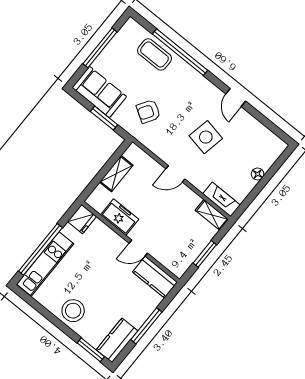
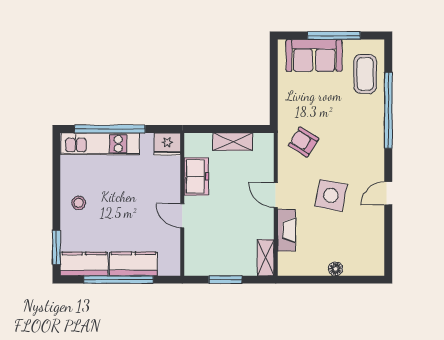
coffee table: (154, 54) -> (365, 74), moved
sofa: (99, 92) -> (314, 55), moved, turned 90
armchair: (148, 112) -> (304, 142), moved
window: (104, 118) -> (274, 90), removed
fireplace: (222, 199) -> (287, 230), moved
kitchen counter: (155, 277) -> (133, 264), moved, turned 90
stool: (73, 311) -> (79, 203), width x0.53, depth x0.53
window: (146, 326) -> (118, 280), width x1.46

